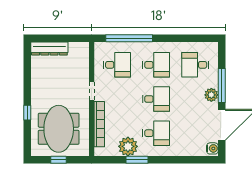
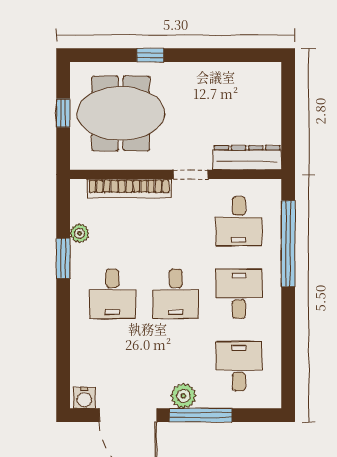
dresser: (49, 48) -> (247, 158), moved, turned 90
desk: (156, 65) -> (239, 294), turned 180
plant: (128, 146) -> (80, 233), width x0.53, depth x0.53

